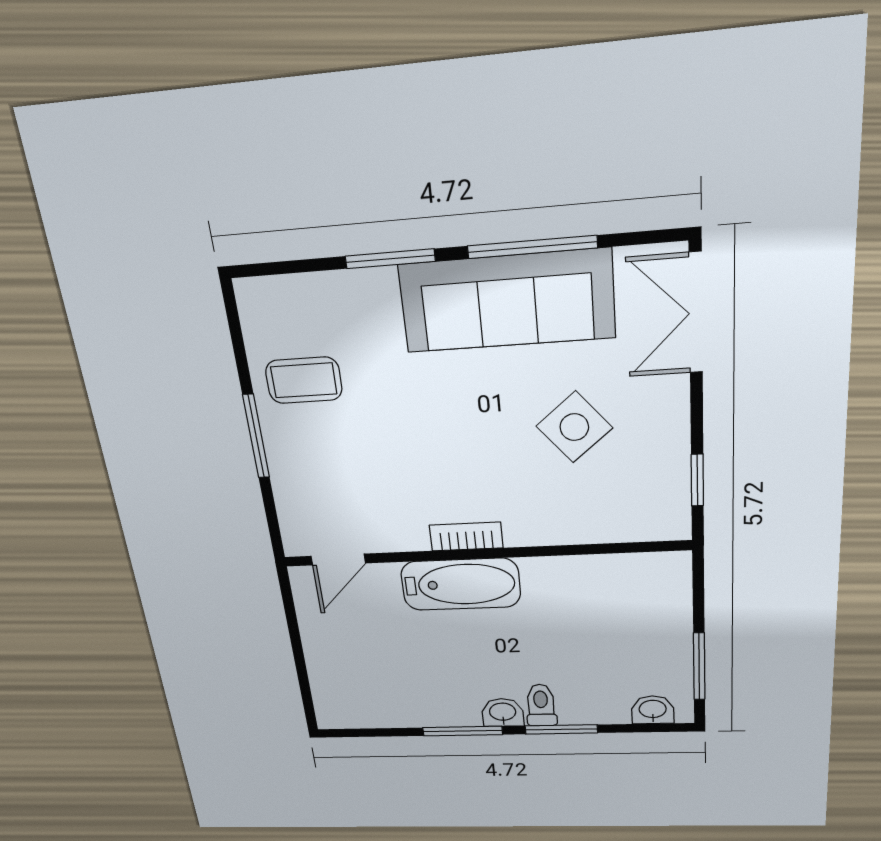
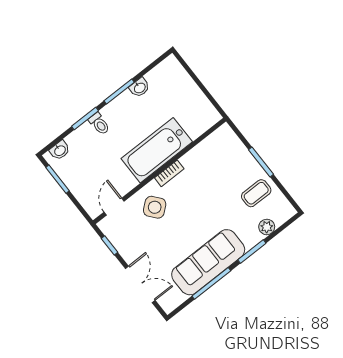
plant: (322, 292) -> (267, 227), added
double door: (696, 313) -> (140, 284), moved
side table: (574, 427) -> (155, 207), moved
door: (338, 560) -> (114, 207), moved
bathtub: (461, 584) -> (157, 150), width x1.36, depth x1.36
washbasin: (503, 713) -> (139, 88), moved

